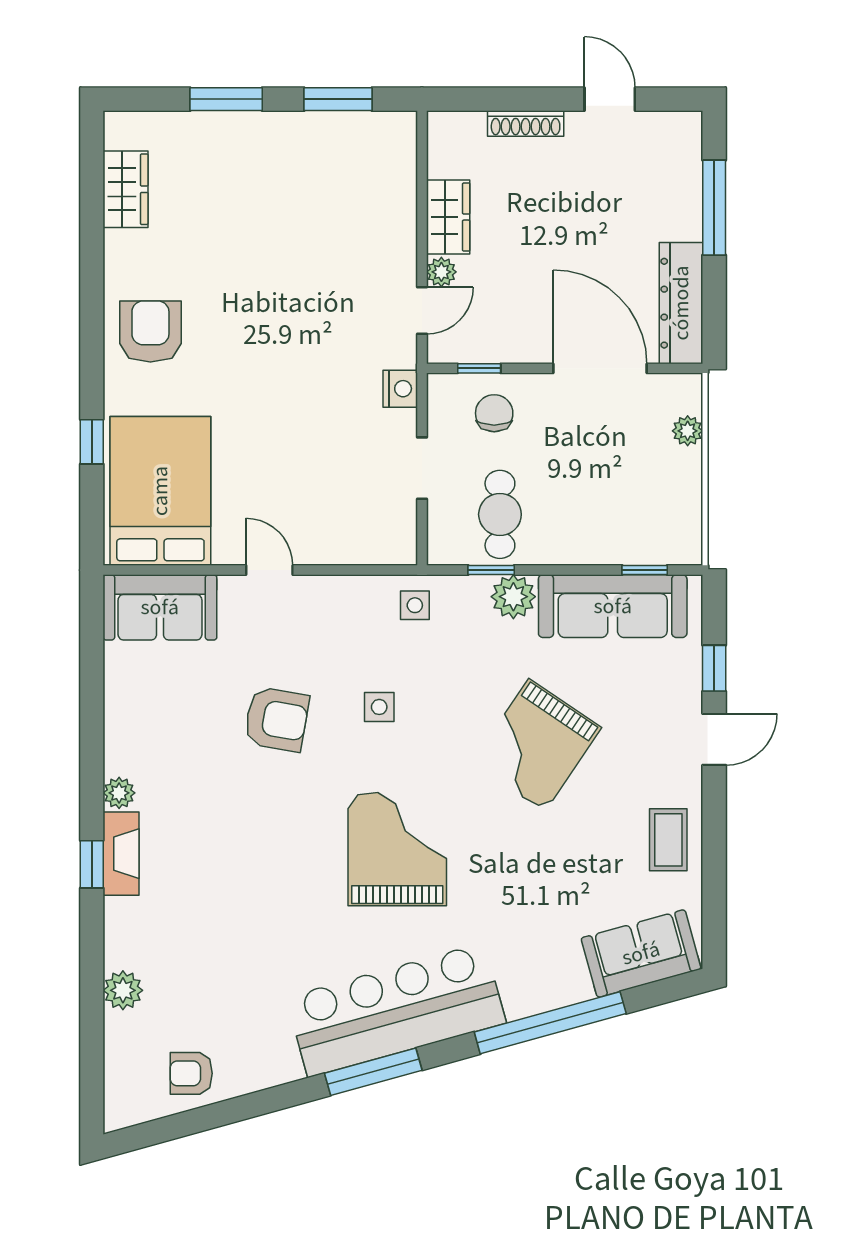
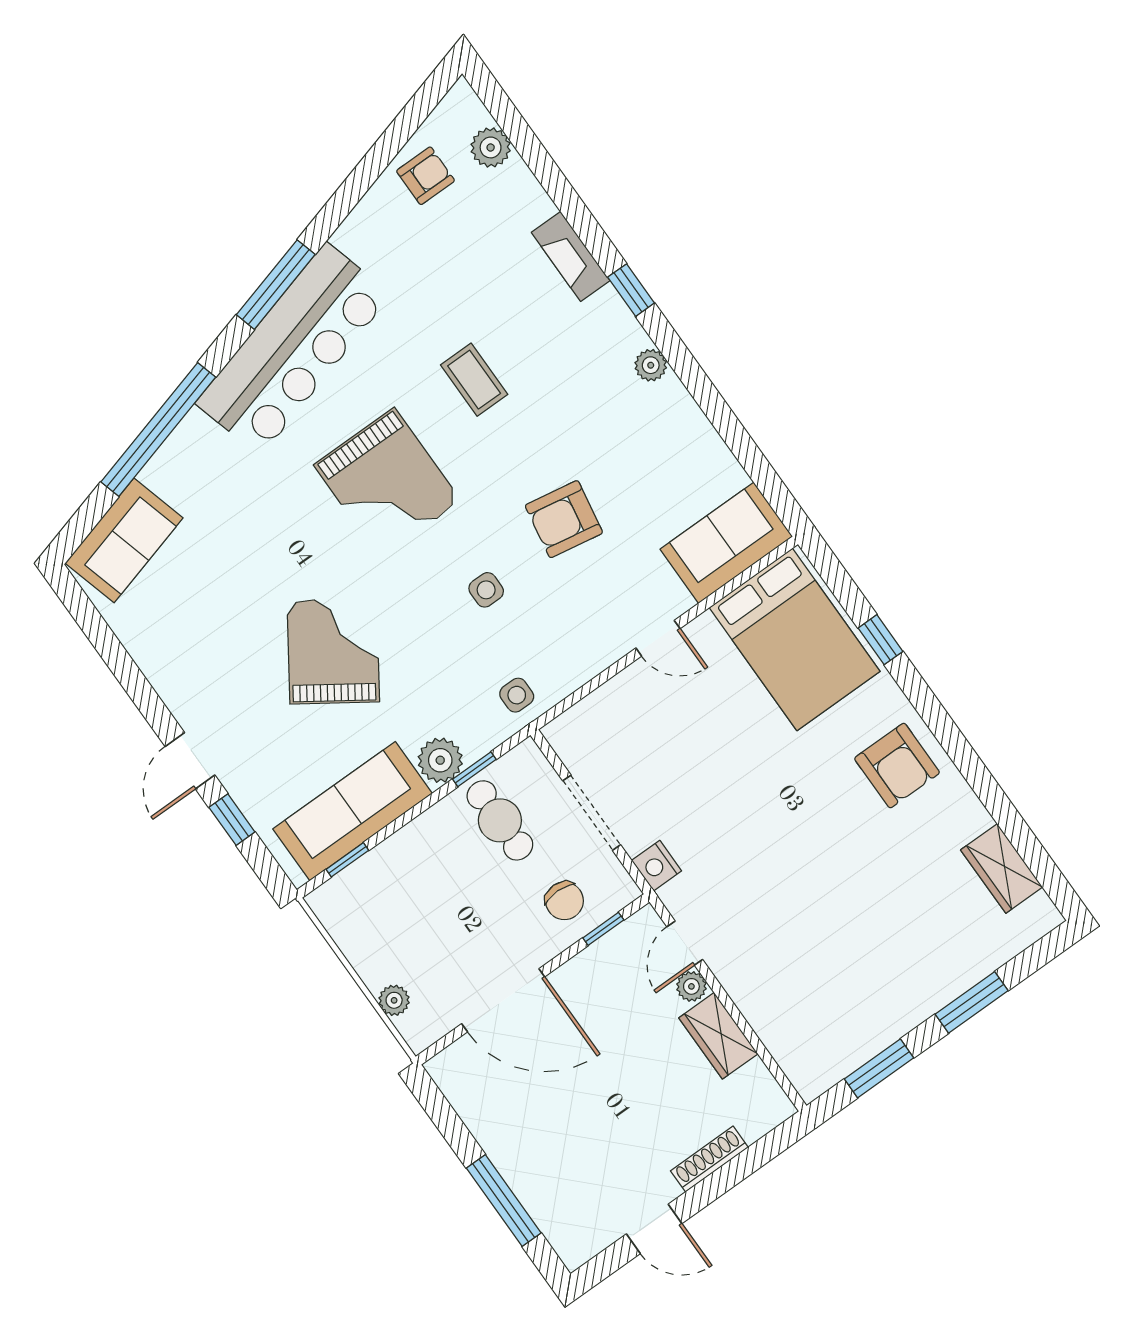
dresser: (681, 303) -> (475, 1102), removed
doorway: (422, 468) -> (592, 813), width x1.38
coffee table: (668, 840) -> (474, 380), moved
fireplace: (121, 854) -> (571, 257), moved
plant: (123, 990) -> (491, 147), moved

